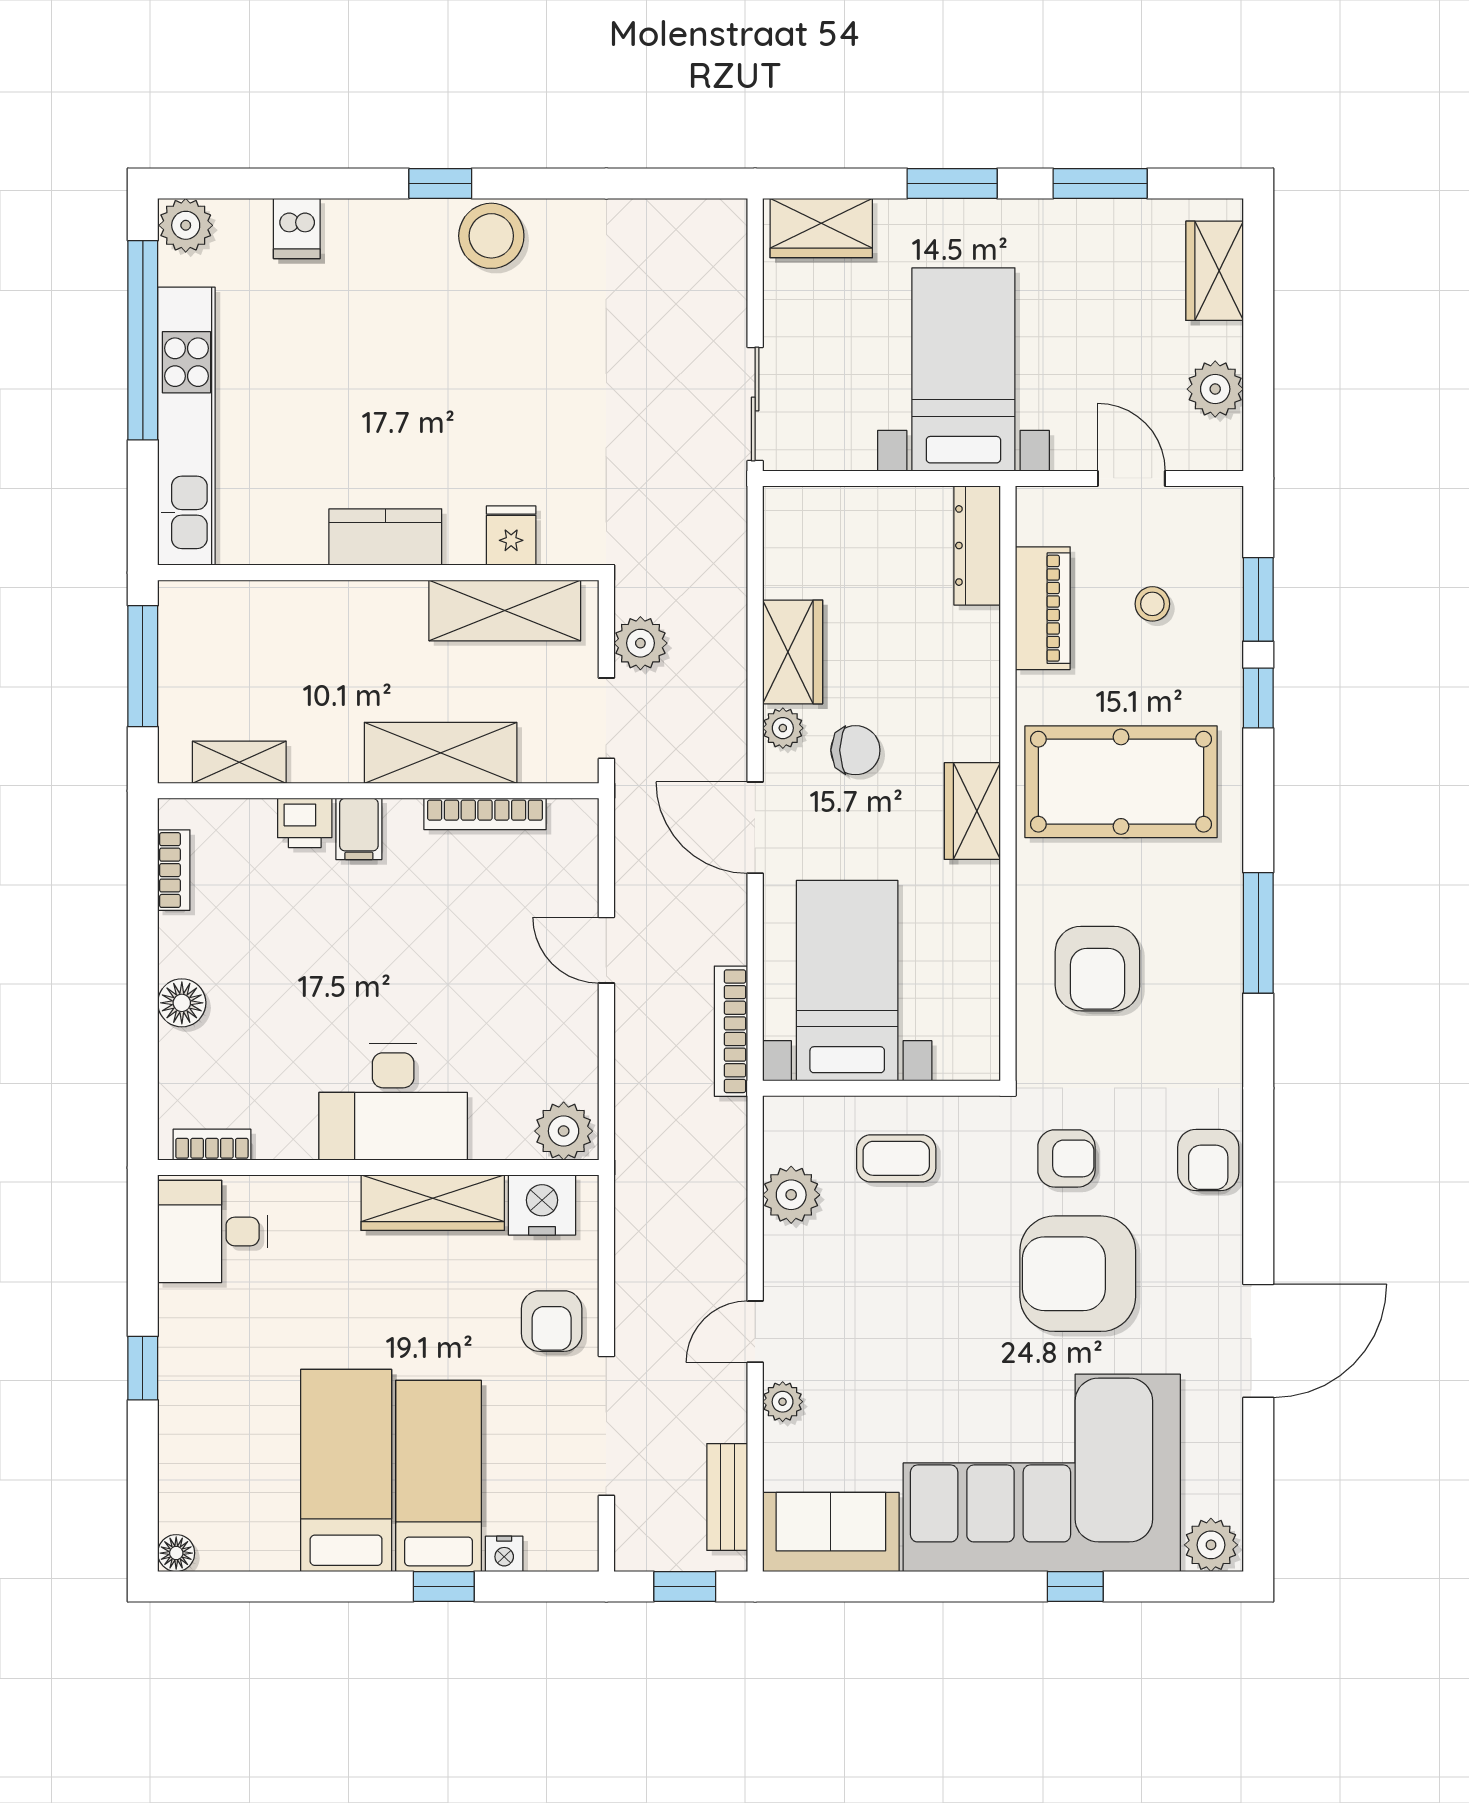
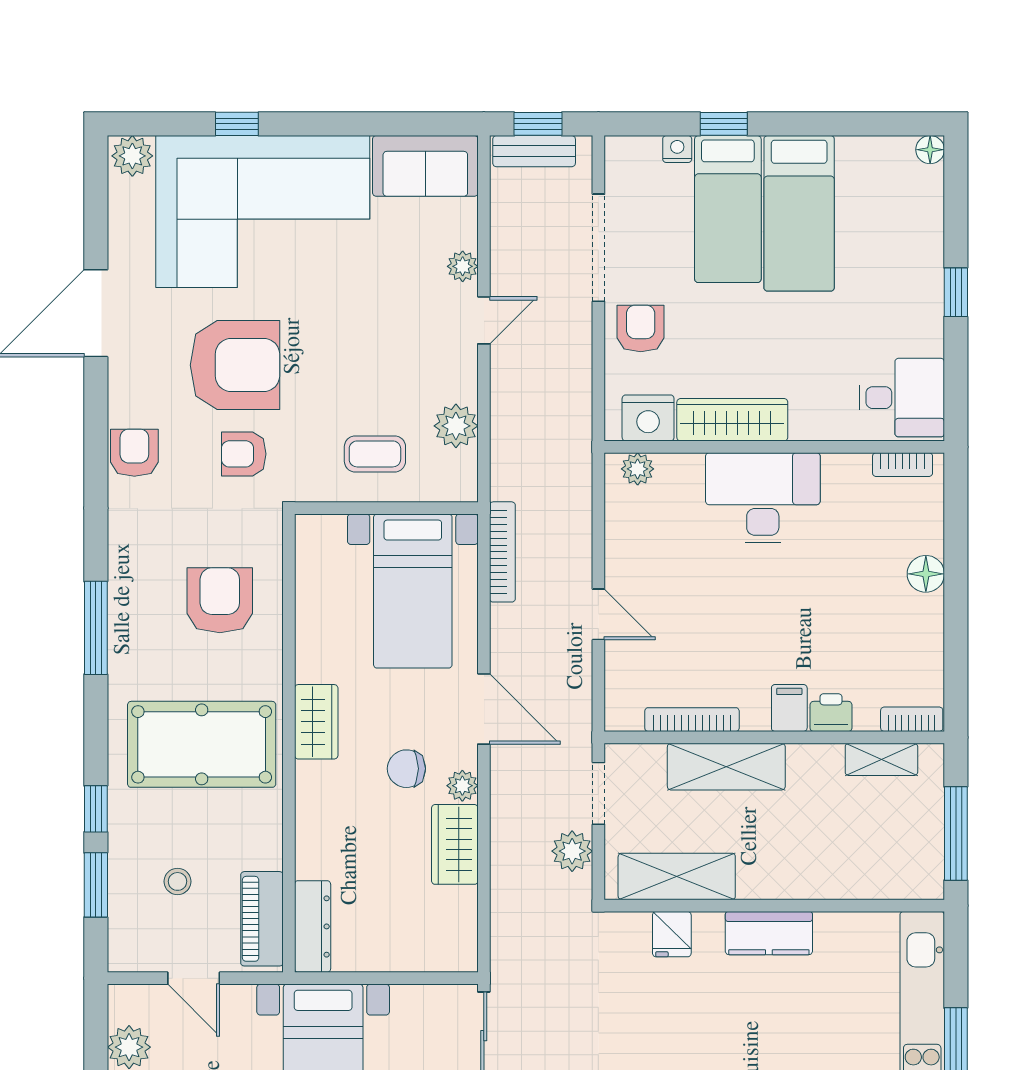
piano: (1043, 608) -> (262, 919), moved
bookcase: (174, 870) -> (912, 719), moved, turned 90
plant: (564, 1131) -> (638, 469), width x0.73, depth x0.73
bench: (727, 1497) -> (534, 151), moved, turned 90

